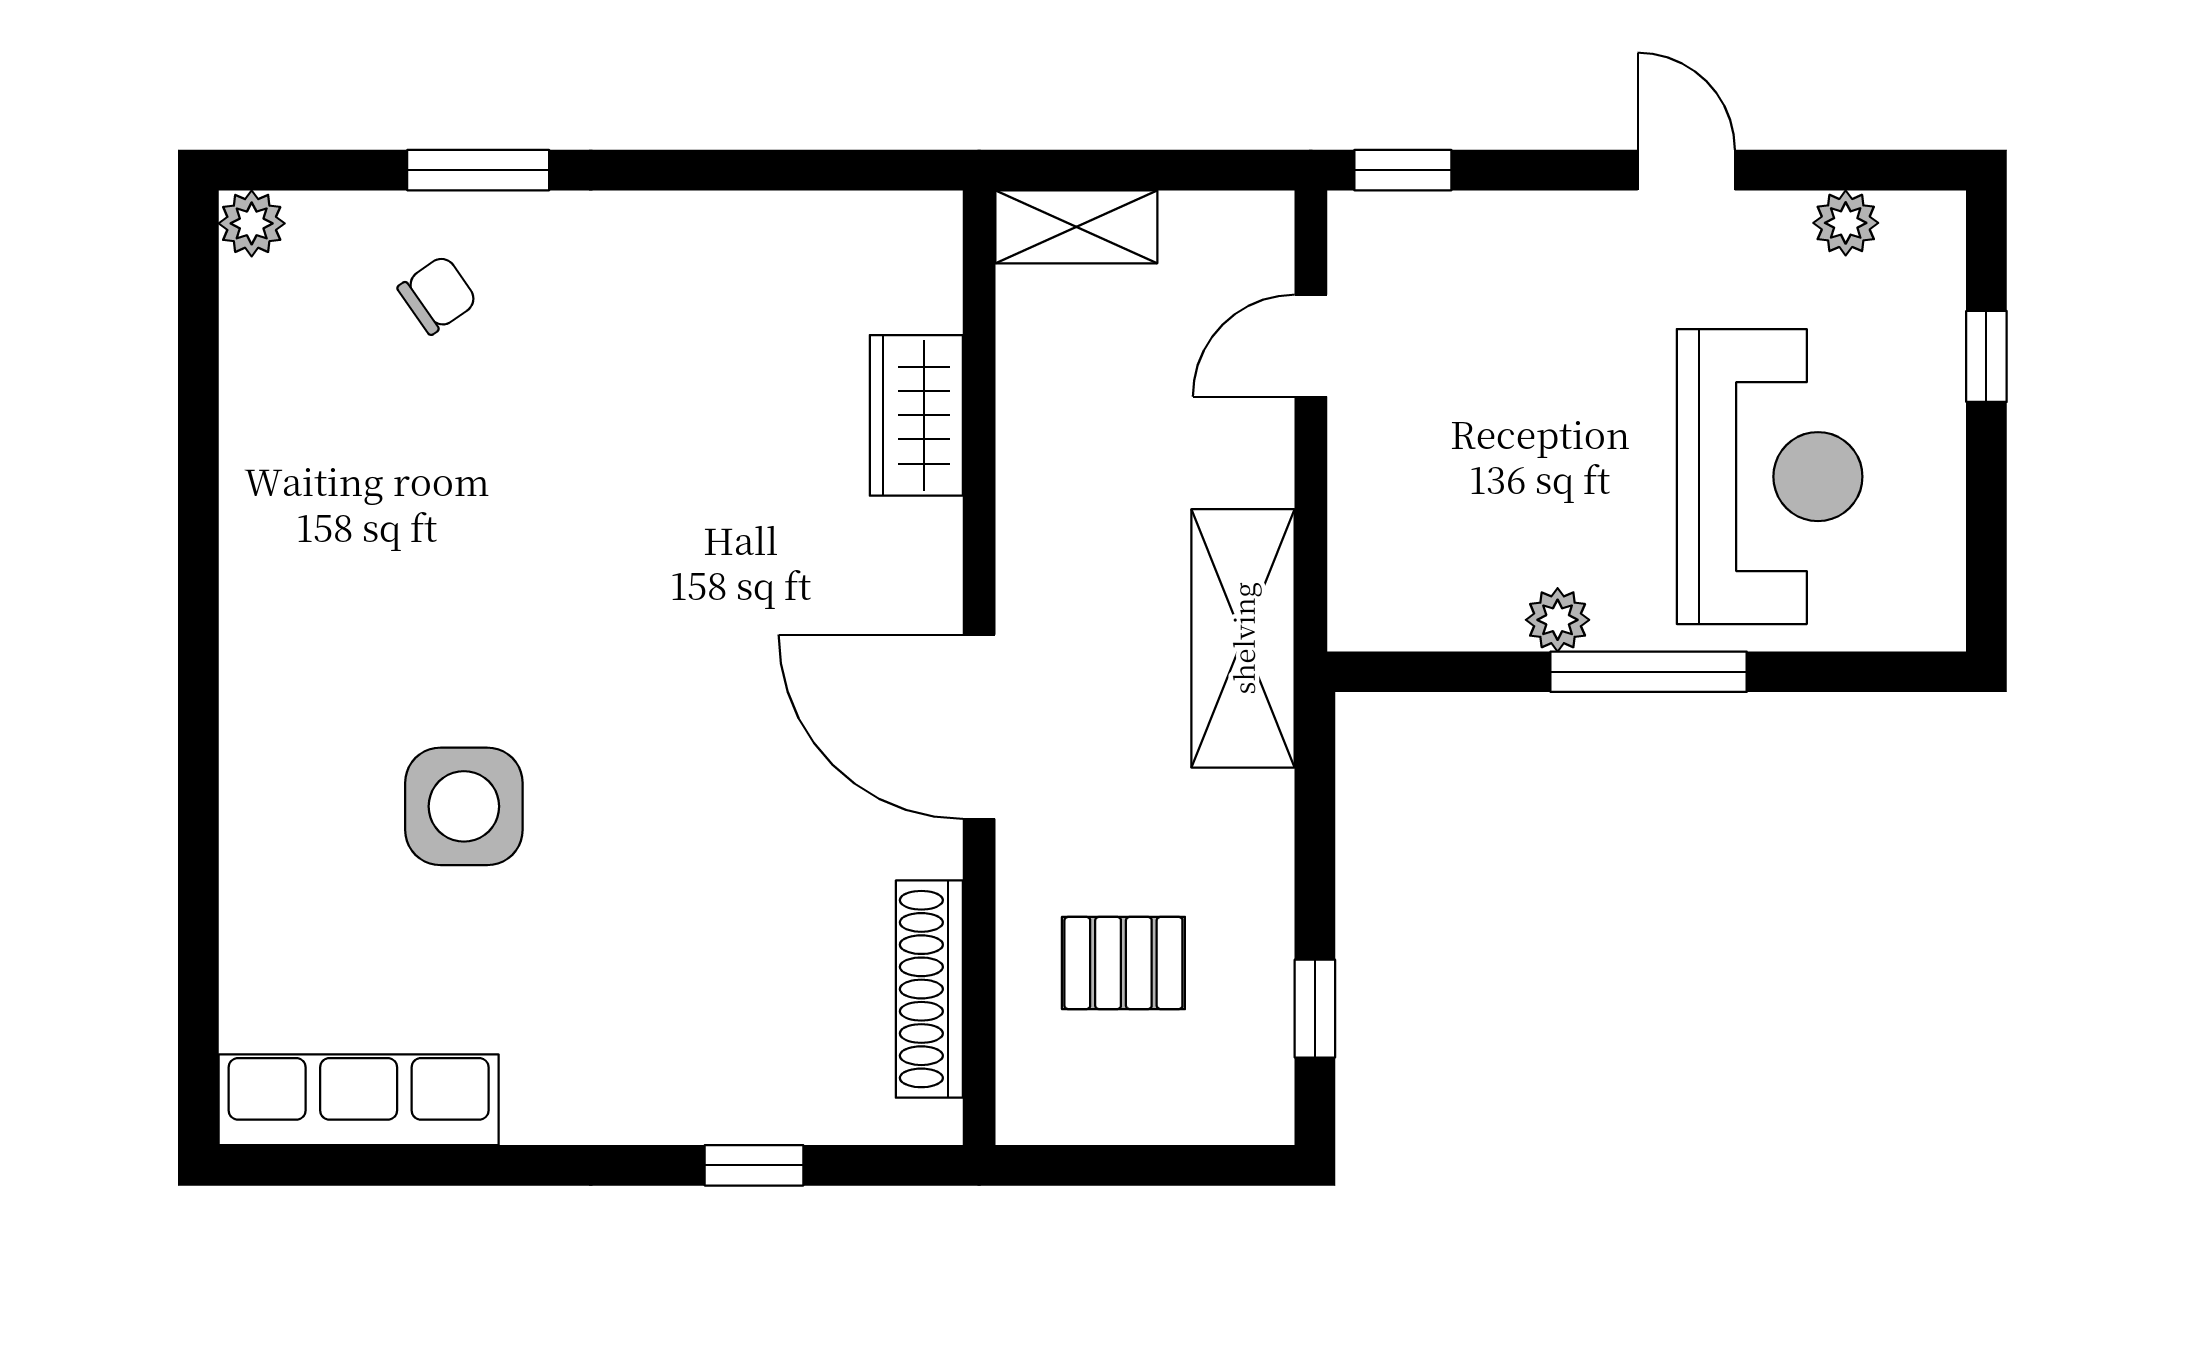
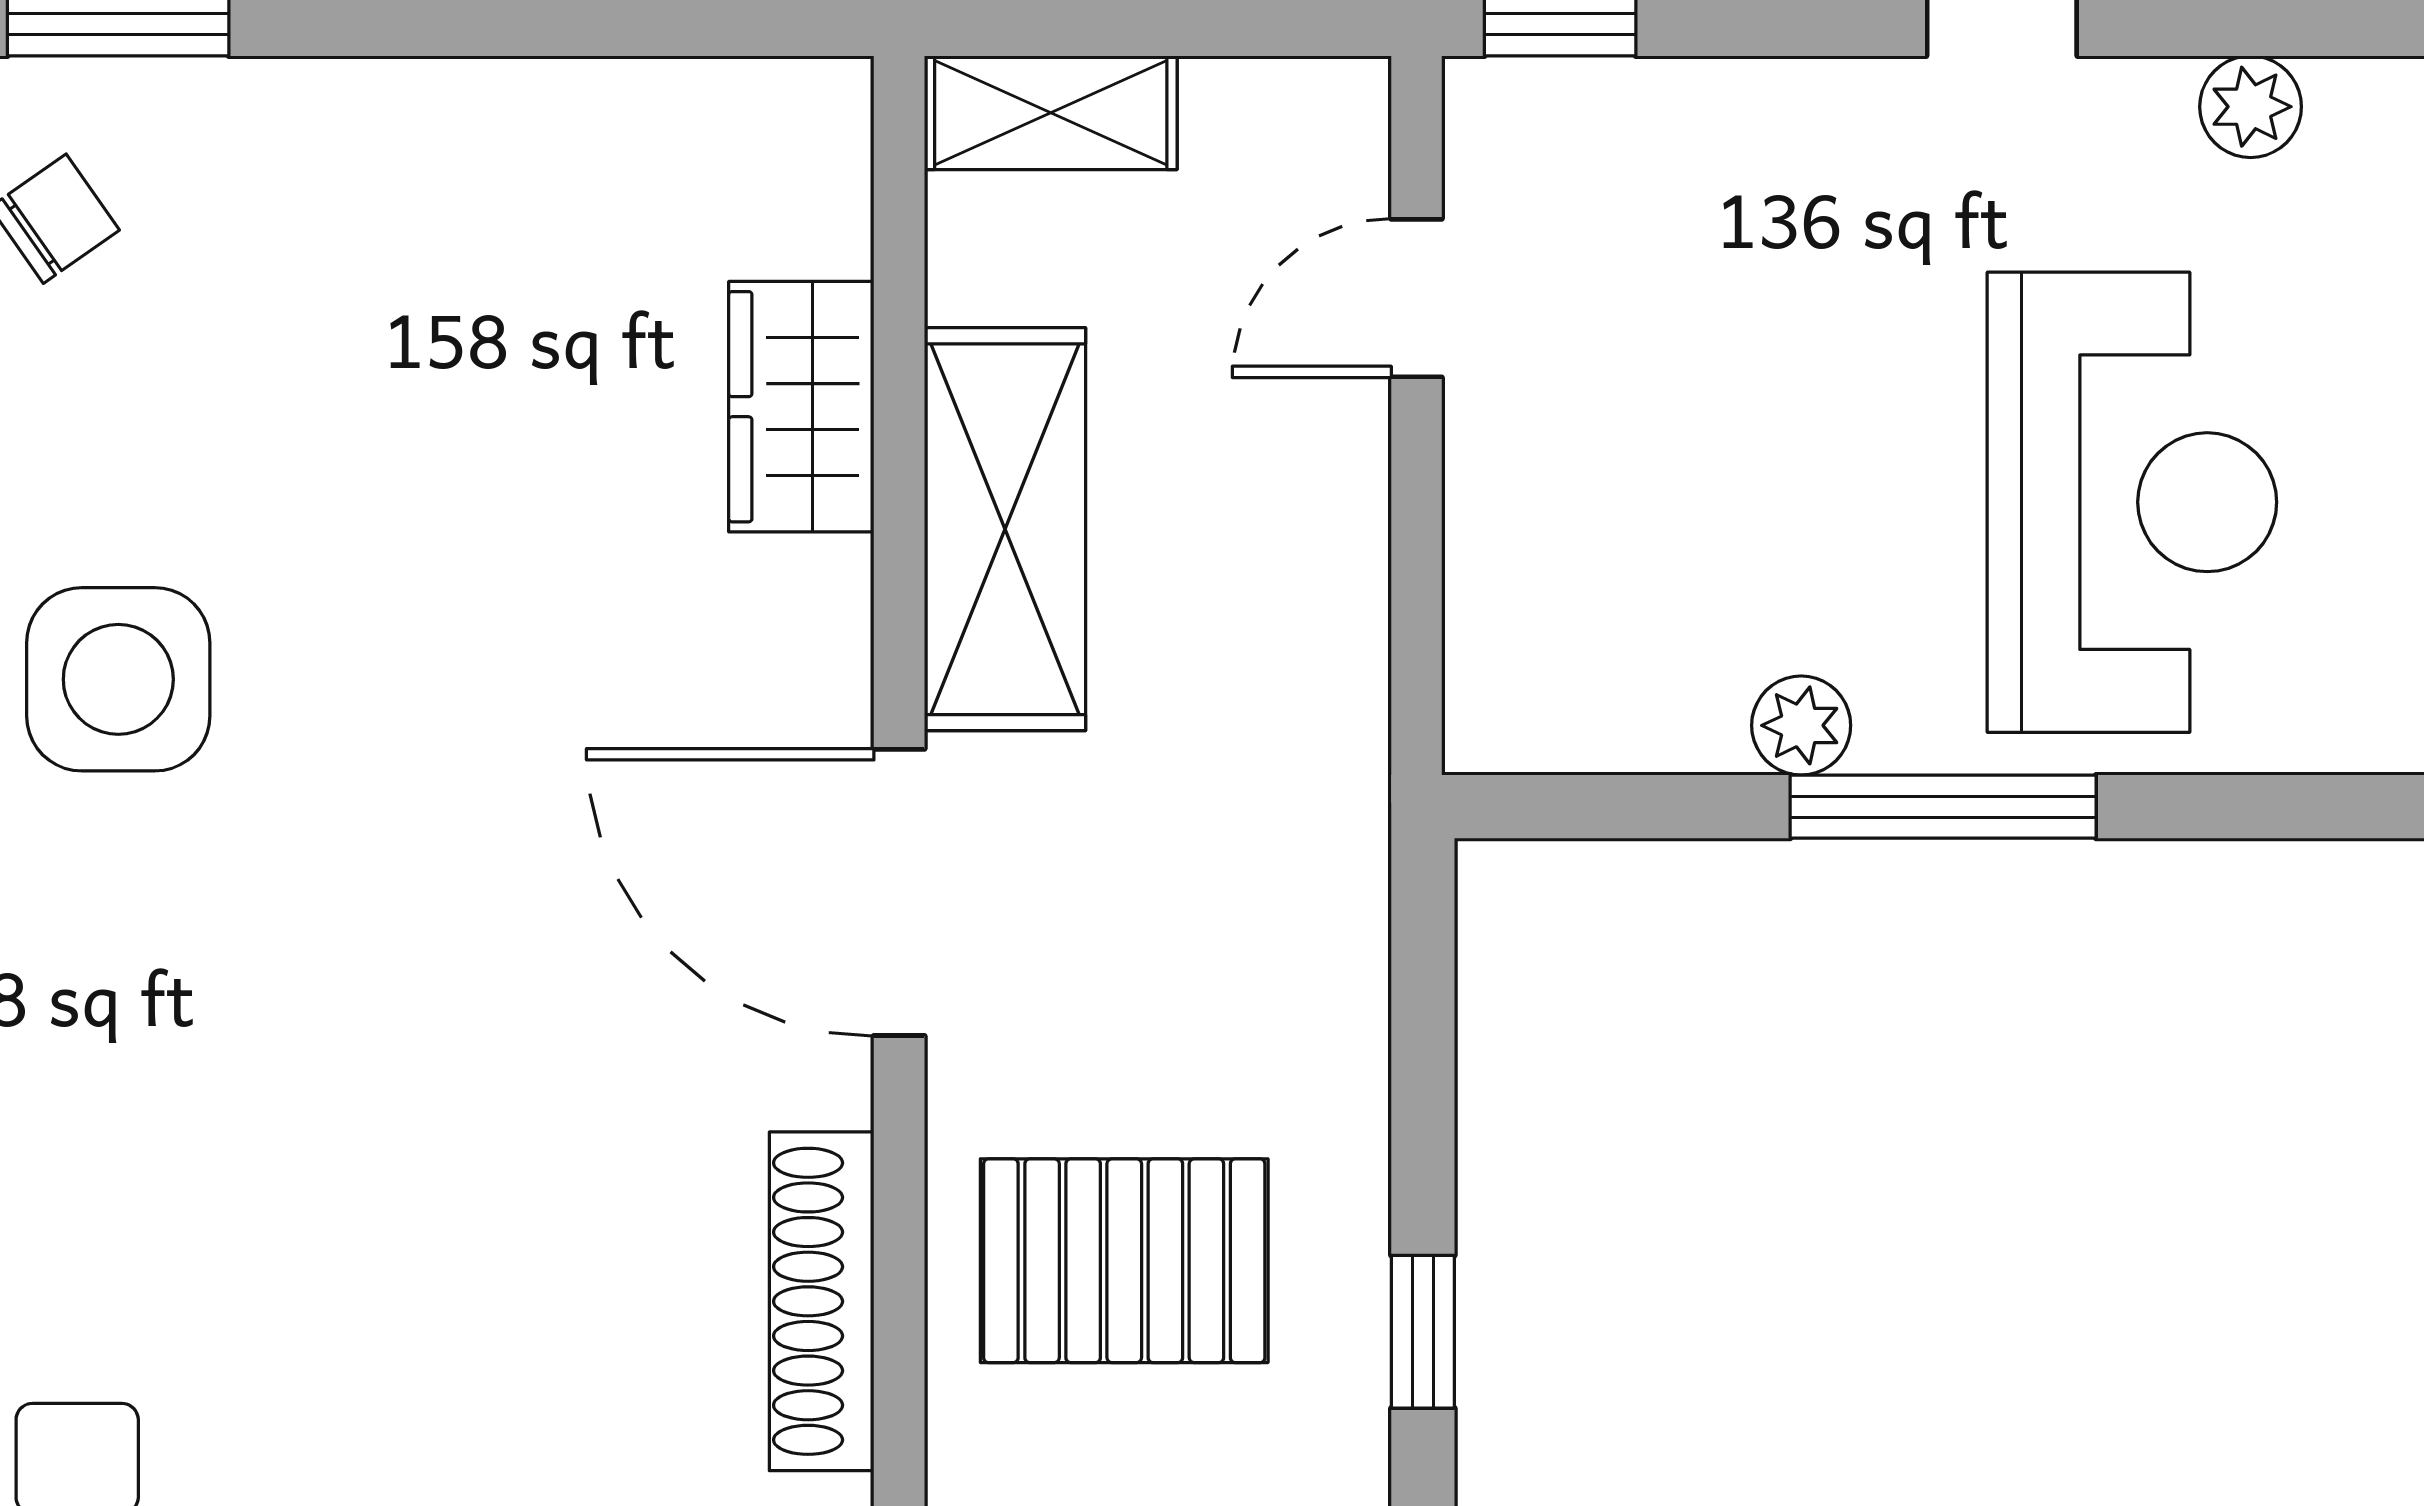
shelving: (1243, 638) -> (1005, 529), moved
side table: (464, 806) -> (118, 679), moved
pallet: (1123, 963) -> (1124, 1261), width x1.50, depth x1.42

